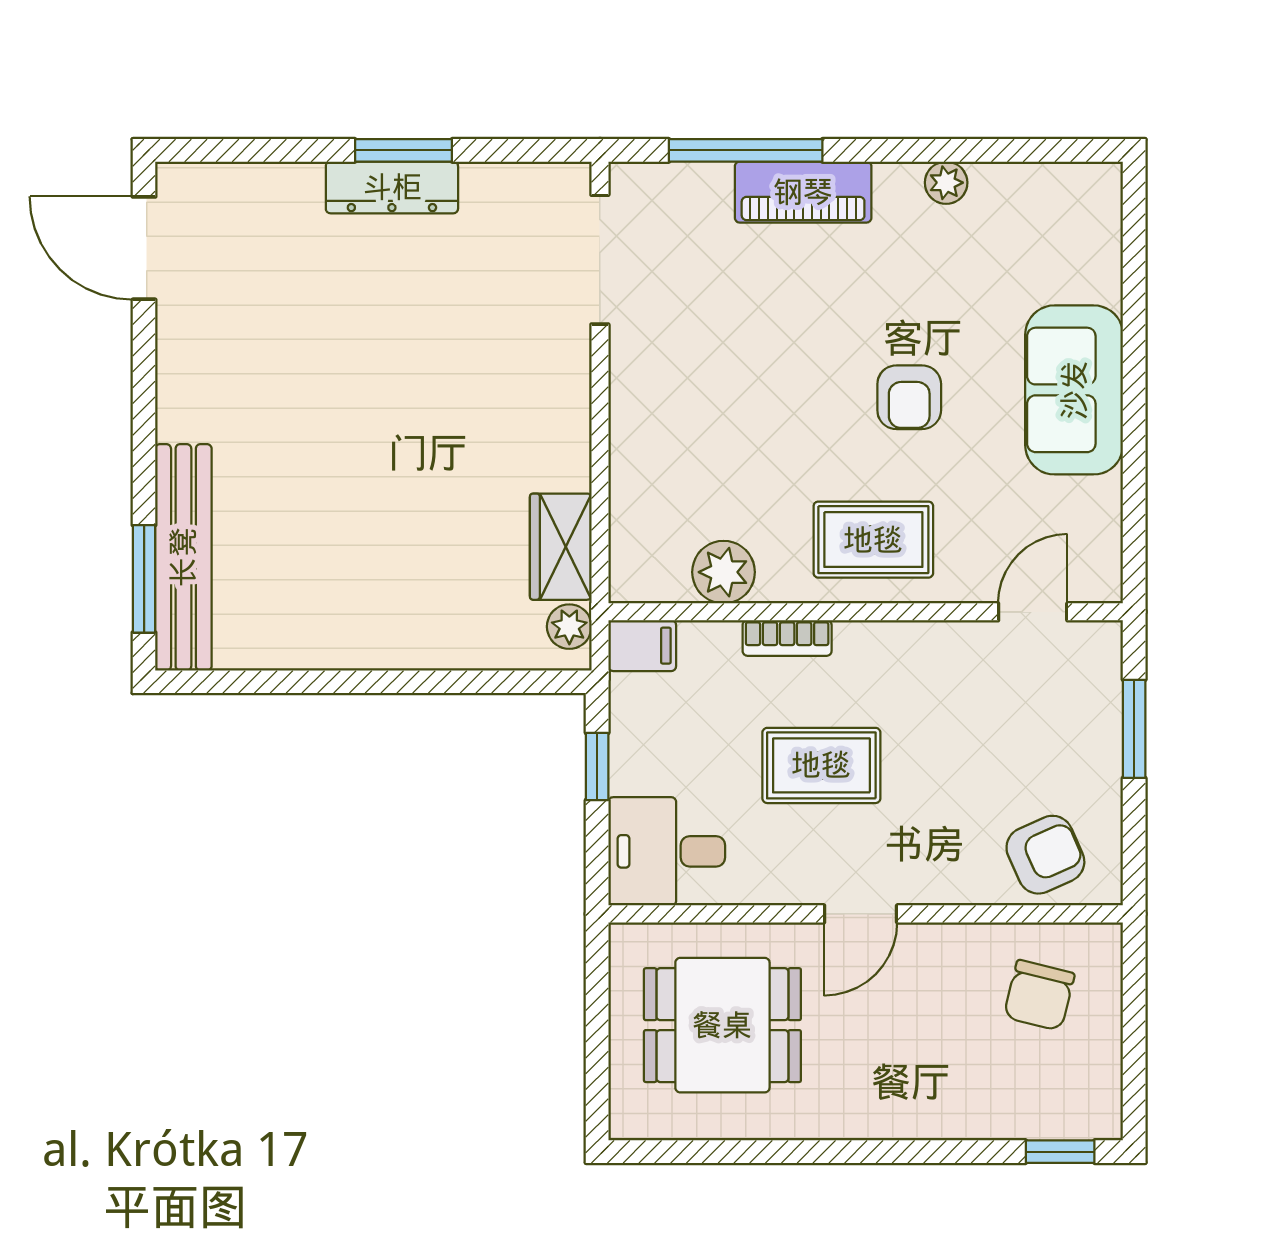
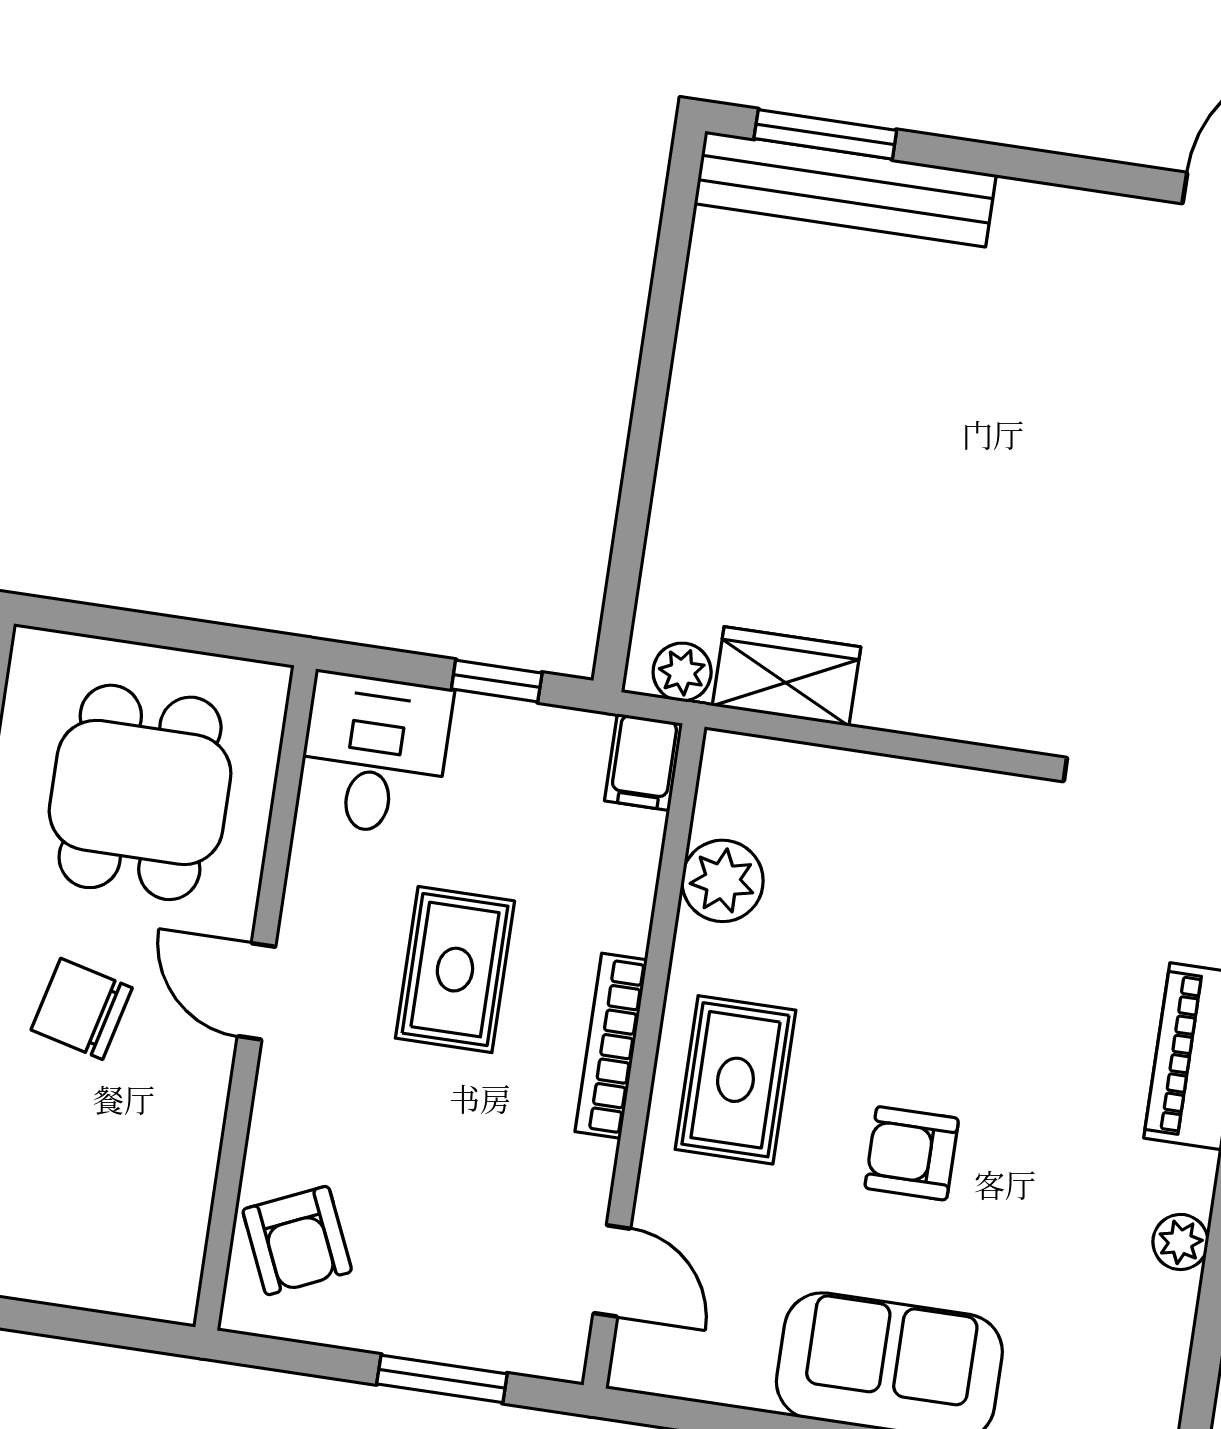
bookcase: (787, 638) -> (611, 1046), moved, width x1.56
chair: (1039, 995) -> (82, 1009), moved

